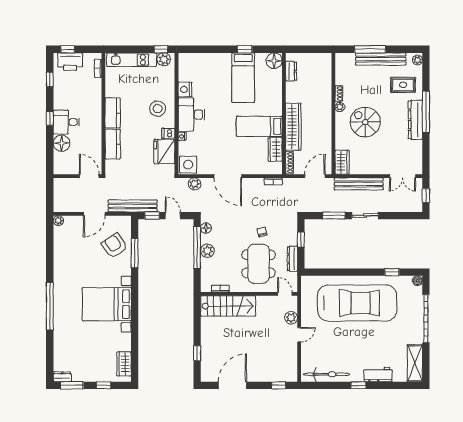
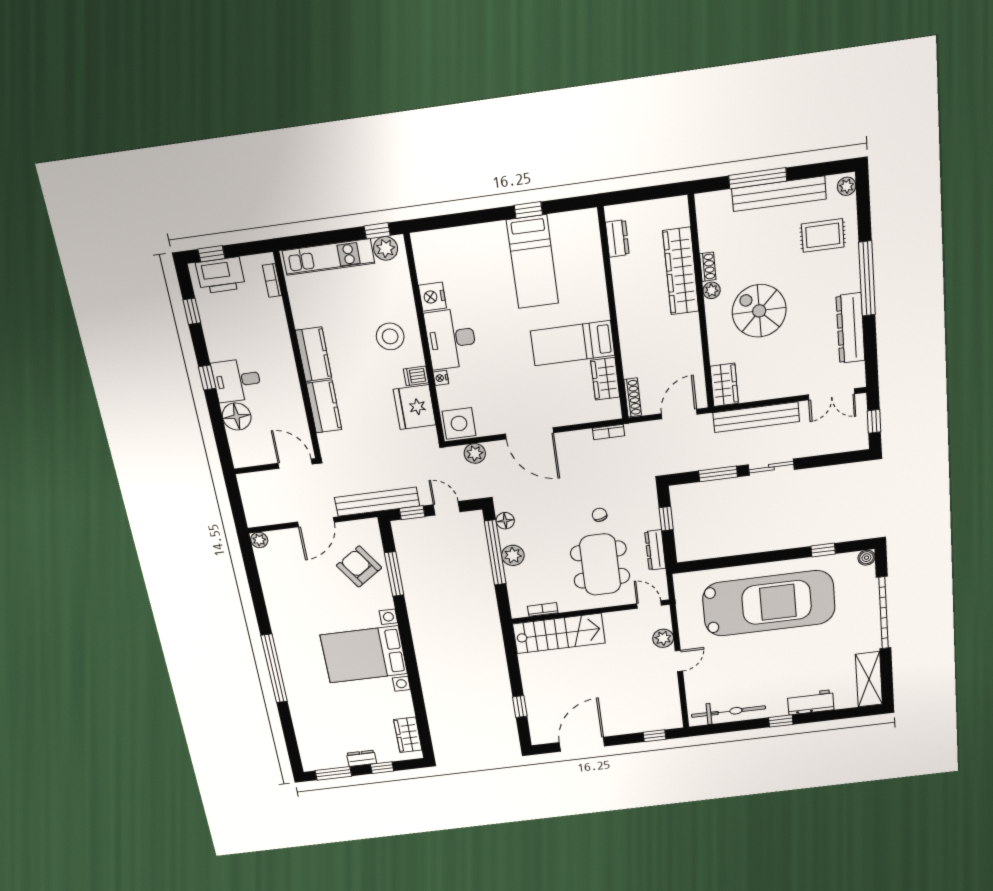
floor lamp: (274, 61) -> (584, 224), removed
dresser: (415, 120) -> (850, 328), moved
wardrobe: (293, 127) -> (681, 271), moved, turned 180
dresser: (62, 377) -> (362, 758), moved

